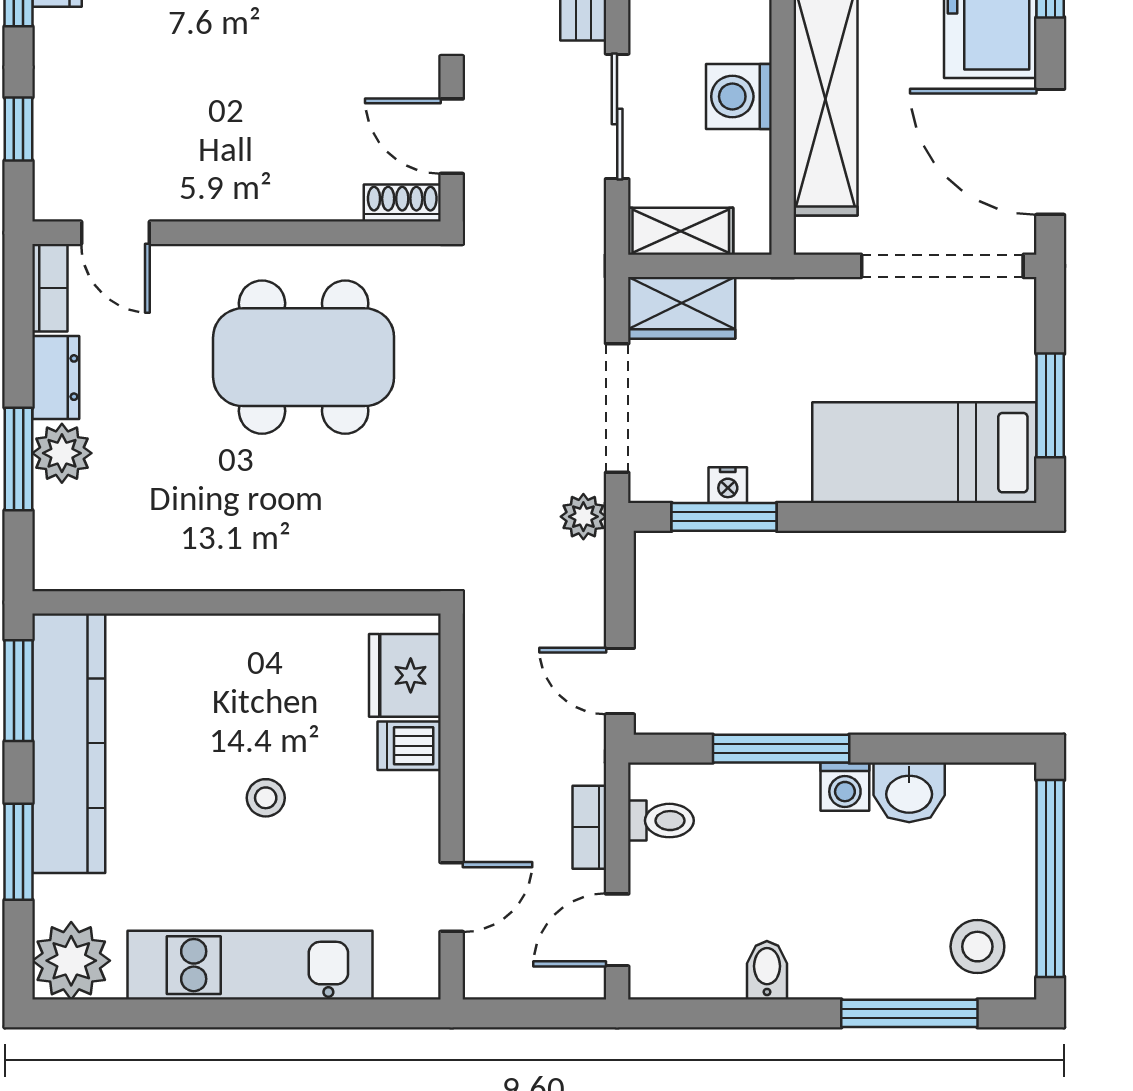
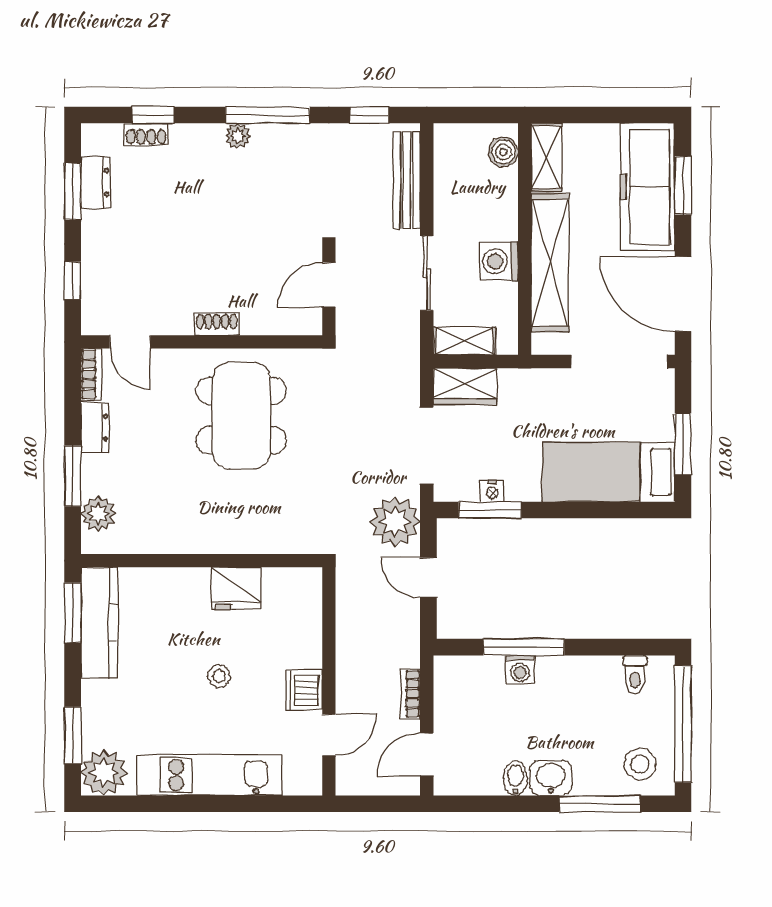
door: (452, 136) -> (329, 285), hinge flipped
shoe rack: (402, 203) -> (217, 324), moved
dining table: (304, 357) -> (241, 416), turned 90
plant: (62, 453) -> (98, 514), moved
plant: (583, 517) -> (395, 522), width x1.87, depth x1.87
fridge: (405, 675) -> (236, 588), moved, turned -90
door: (620, 681) -> (428, 577), moved
kitchen counter: (69, 743) -> (99, 622), width x0.72, depth x0.86
dishwasher: (409, 746) -> (304, 690), moved, width x1.38
washing machine: (845, 787) -> (520, 670), moved
washbasin: (909, 792) -> (551, 778), moved, turned 180
toilet: (661, 821) -> (635, 675), moved, turned 90
window: (19, 852) -> (73, 735), moved

